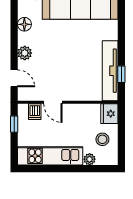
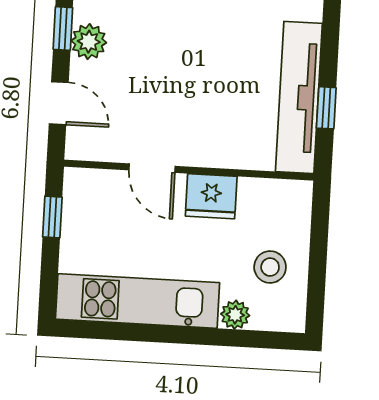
window: (14, 48) -> (63, 28), added
dishwasher: (35, 112) -> (106, 189), removed
fridge: (109, 114) -> (211, 196), moved, turned -90

